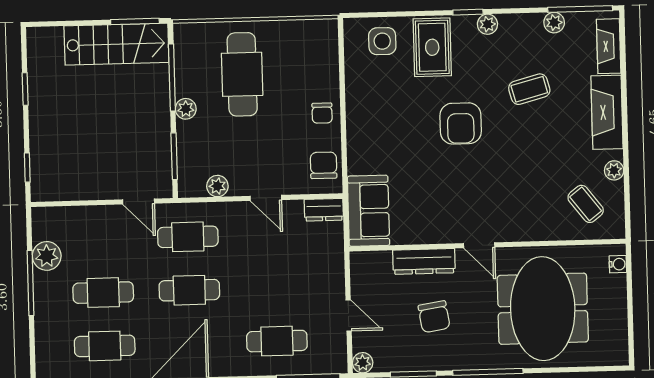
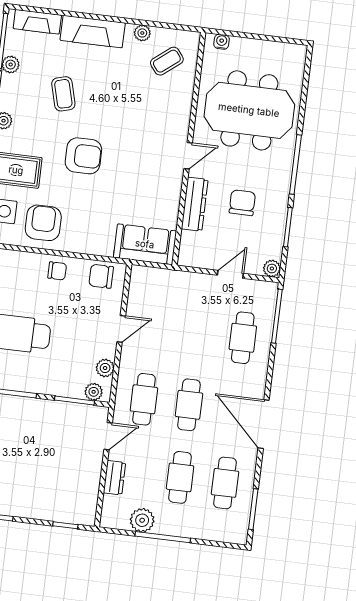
armchair: (376, 88) -> (43, 223), added
plant: (186, 109) -> (94, 392), moved
dresser: (324, 210) -> (114, 478), moved
chair: (434, 317) -> (242, 203), turned -81

